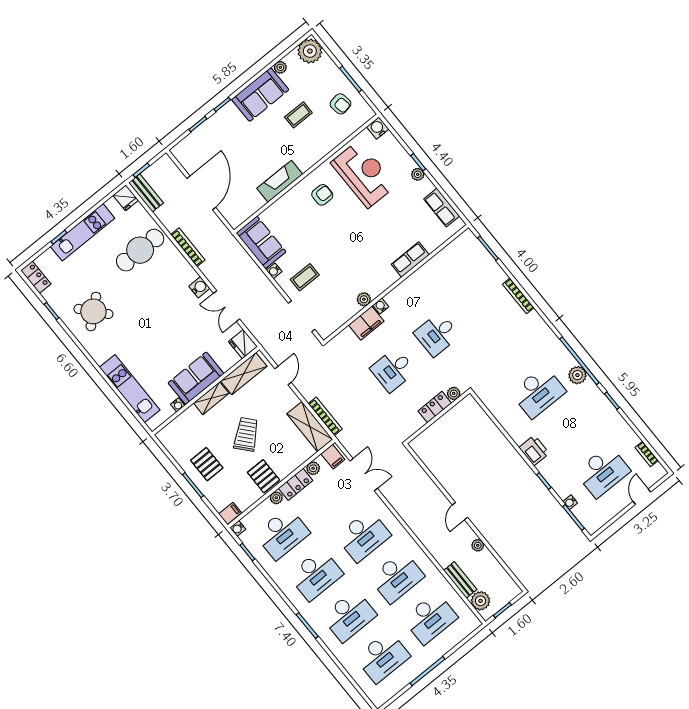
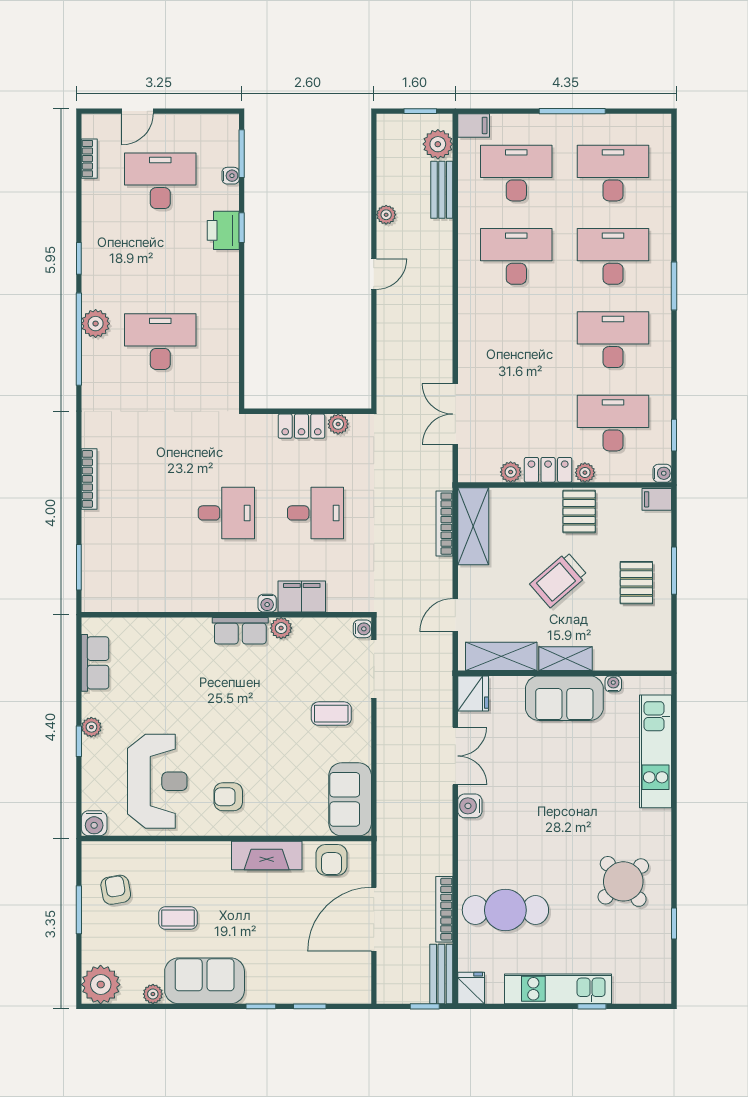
reception desk: (364, 174) -> (157, 781), turned 180
armchair: (246, 205) -> (332, 860), added
bookcase: (188, 247) -> (444, 909), moved
row of seats: (410, 259) -> (240, 631), moved
water cooler: (274, 271) -> (362, 629), moved
locker: (36, 277) -> (660, 980), removed
plant: (454, 393) -> (338, 424), moved
printer: (534, 450) -> (223, 230), moved
filing cabinet: (333, 457) -> (474, 125), moved, turned 90
desk: (363, 536) -> (516, 340), removed

